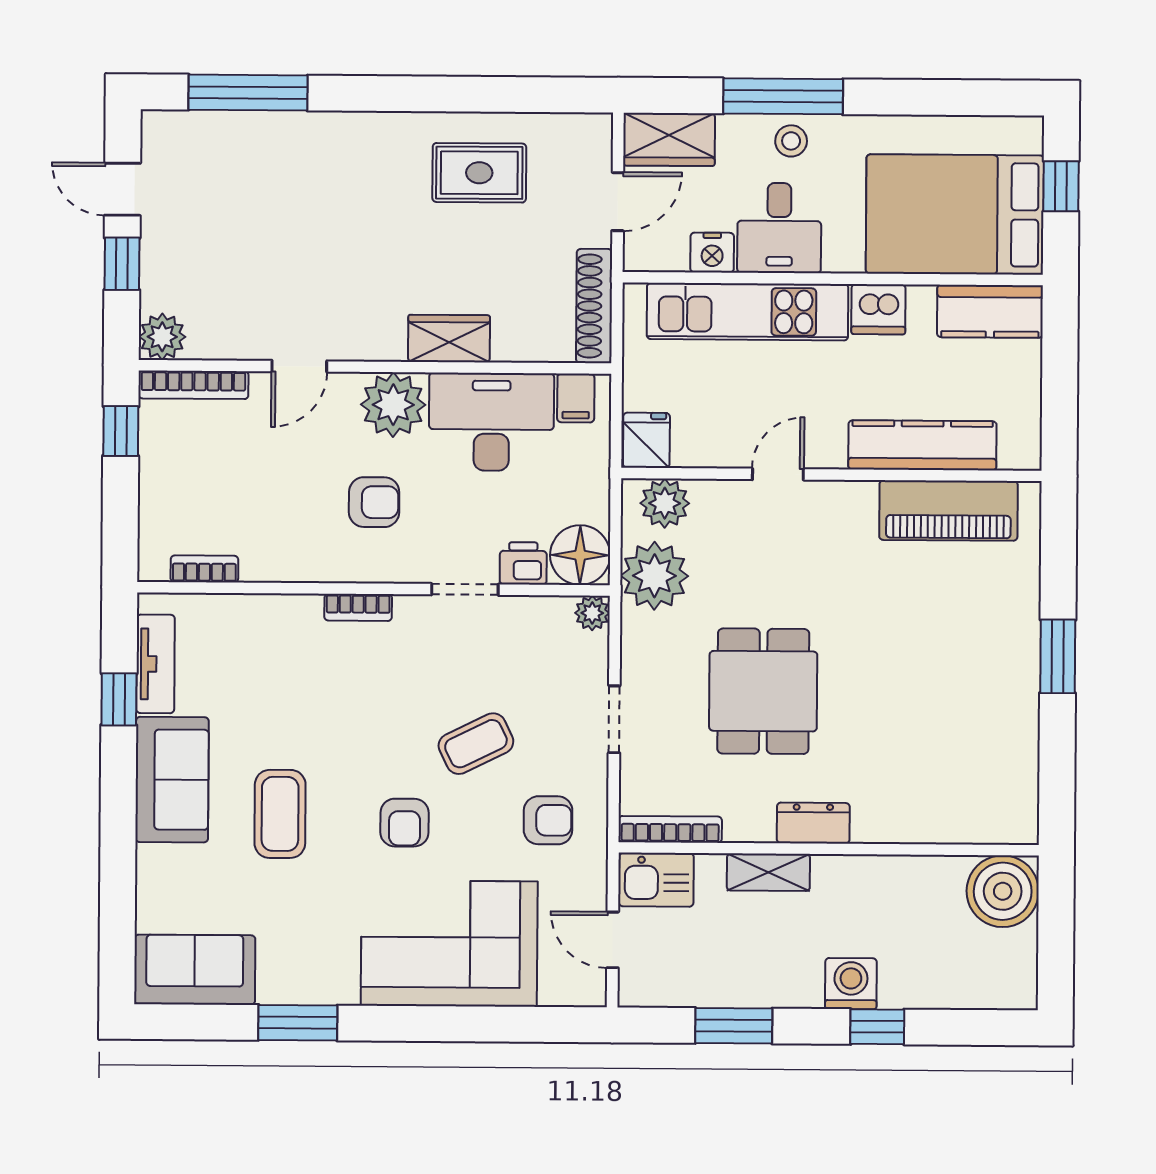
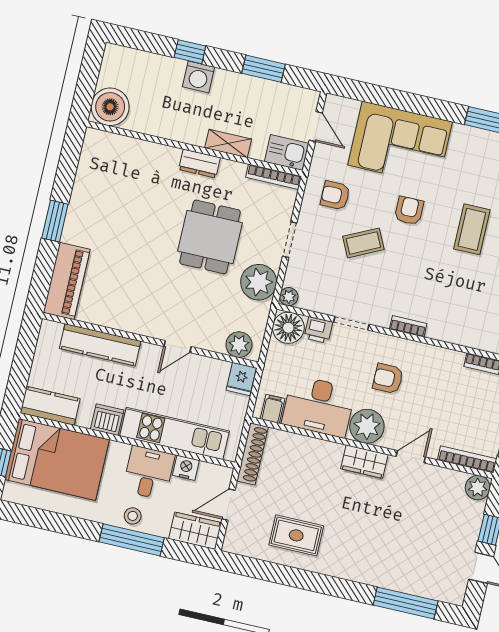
wardrobe: (449, 338) -> (364, 462), moved
piano: (948, 511) -> (67, 281), moved, turned 90
plant: (654, 576) -> (259, 282), moved

